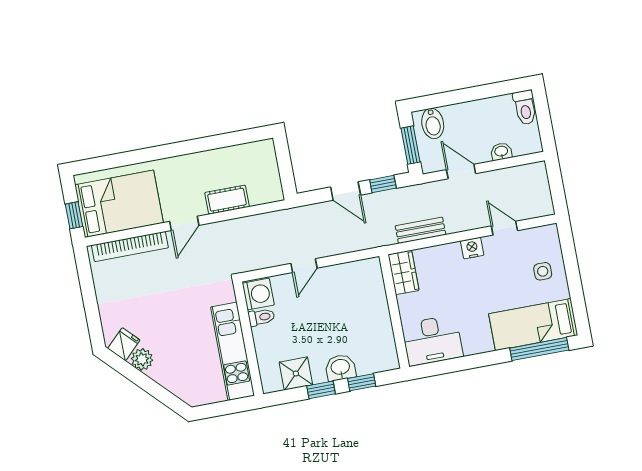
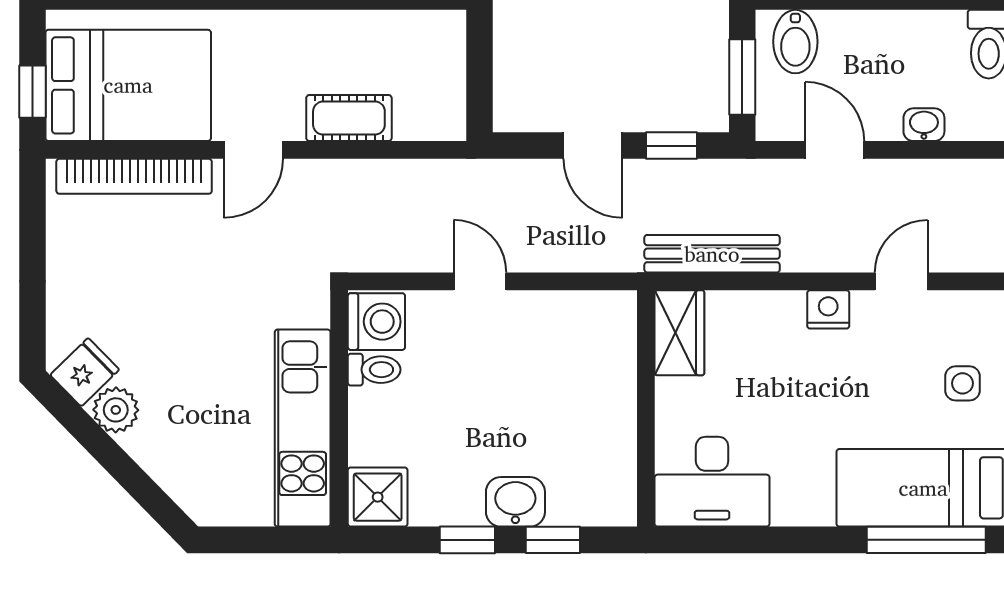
door: (504, 228) -> (901, 281), hinge flipped
bench: (420, 230) -> (712, 254), width x1.36
door: (304, 266) -> (480, 281), swing flipped
shower: (296, 373) -> (378, 497), moved

